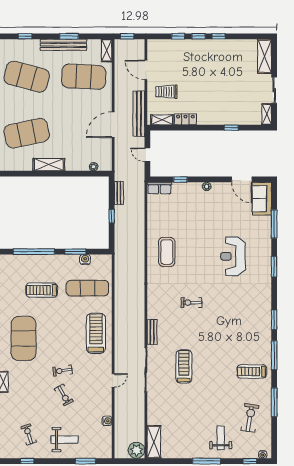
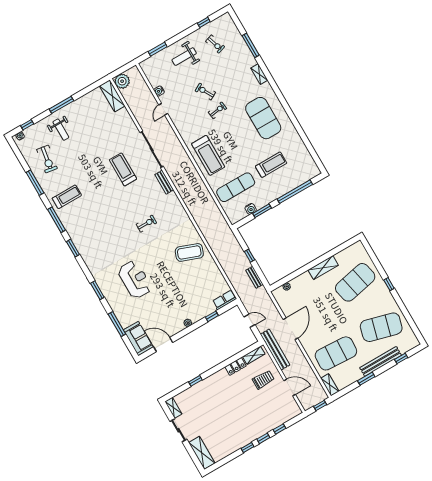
bench: (63, 45) -> (381, 361), moved
coffee table: (167, 252) -> (189, 252), turned -70
treadmill: (184, 367) -> (123, 169), turned 180
door: (113, 380) -> (163, 109), moved

